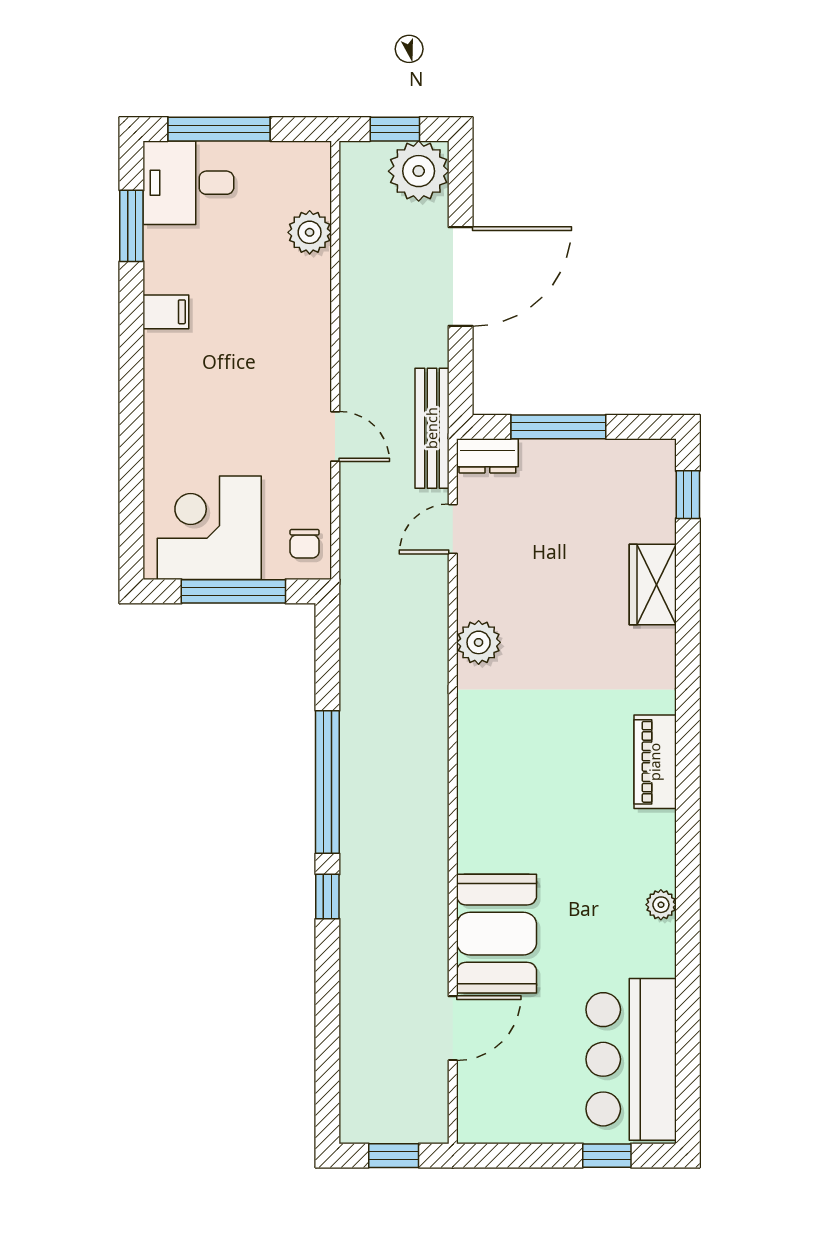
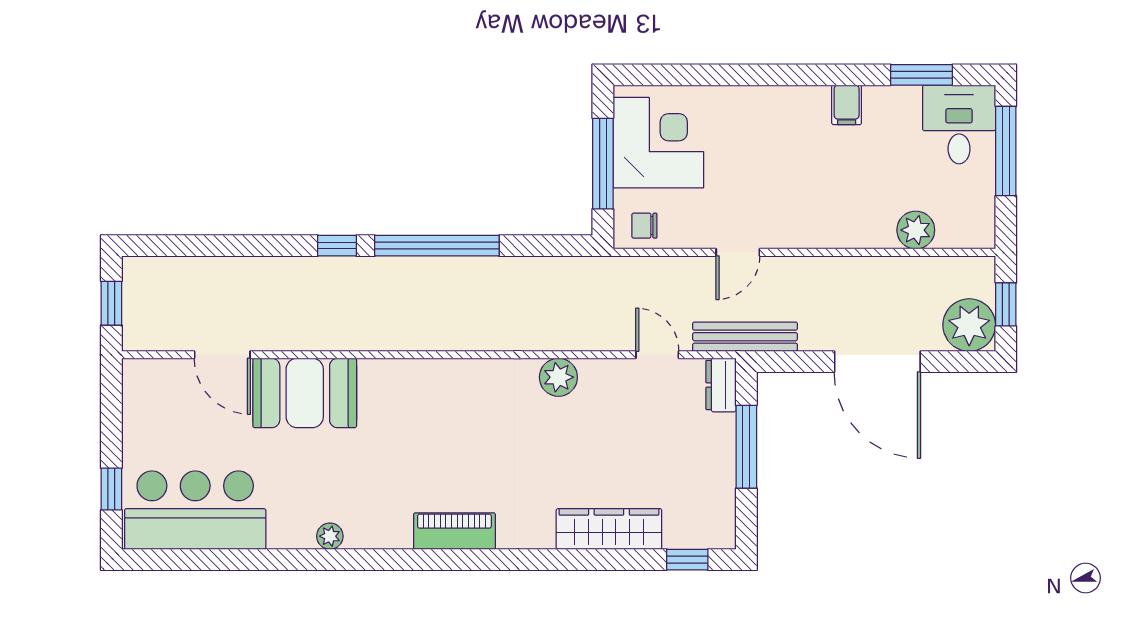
wardrobe: (653, 584) -> (609, 529), width x1.50

